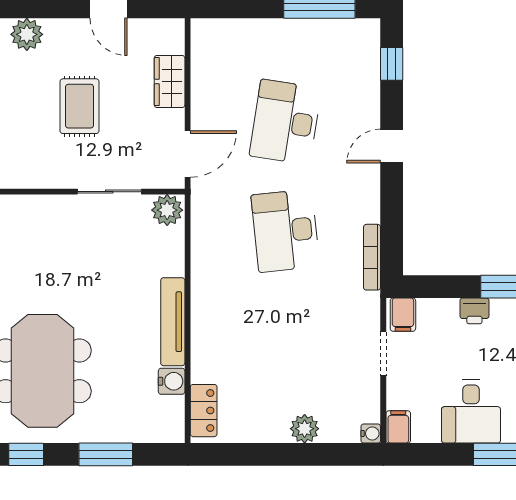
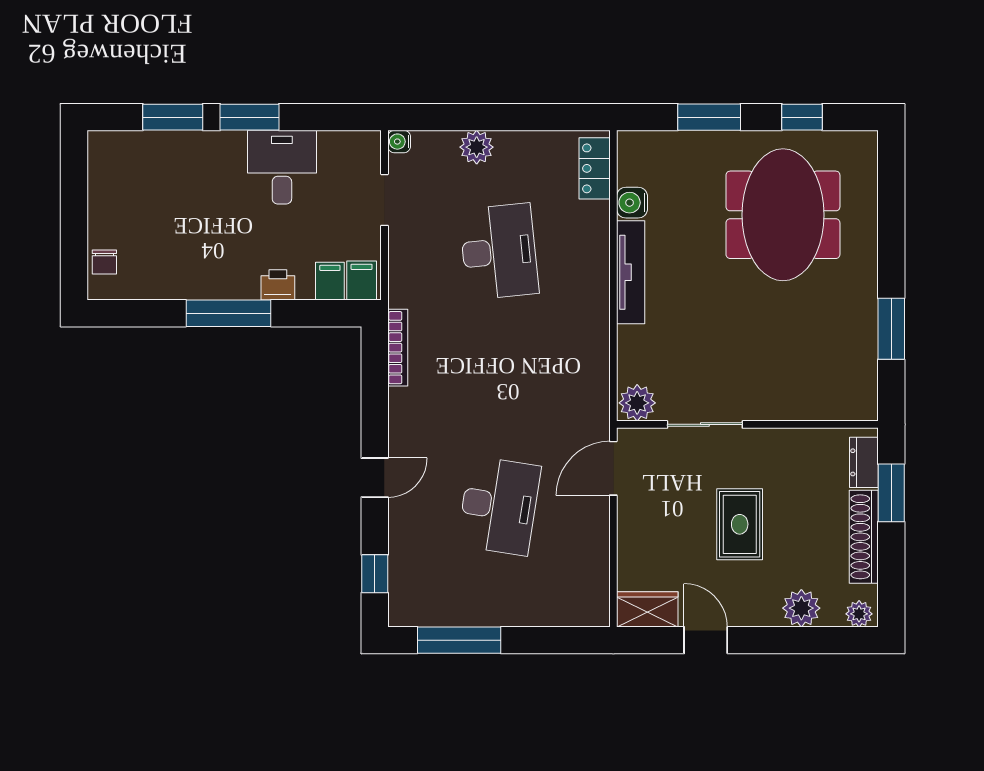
wardrobe: (170, 82) -> (647, 609), moved, turned -90
desk: (285, 231) -> (499, 252), moved
doorway: (383, 354) -> (384, 200), moved
filing cabinet: (398, 427) -> (330, 281), moved, turned 180

